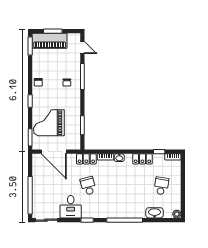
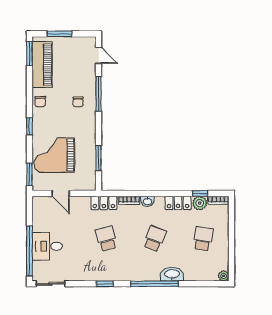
piano: (50, 41) -> (42, 65), moved, turned -90
door: (54, 152) -> (61, 193), width x0.53
plant: (159, 159) -> (200, 203), added
school desk: (125, 186) -> (155, 239), added
desk: (71, 207) -> (47, 246), moved, turned 90
washbasin: (155, 213) -> (172, 274), moved

